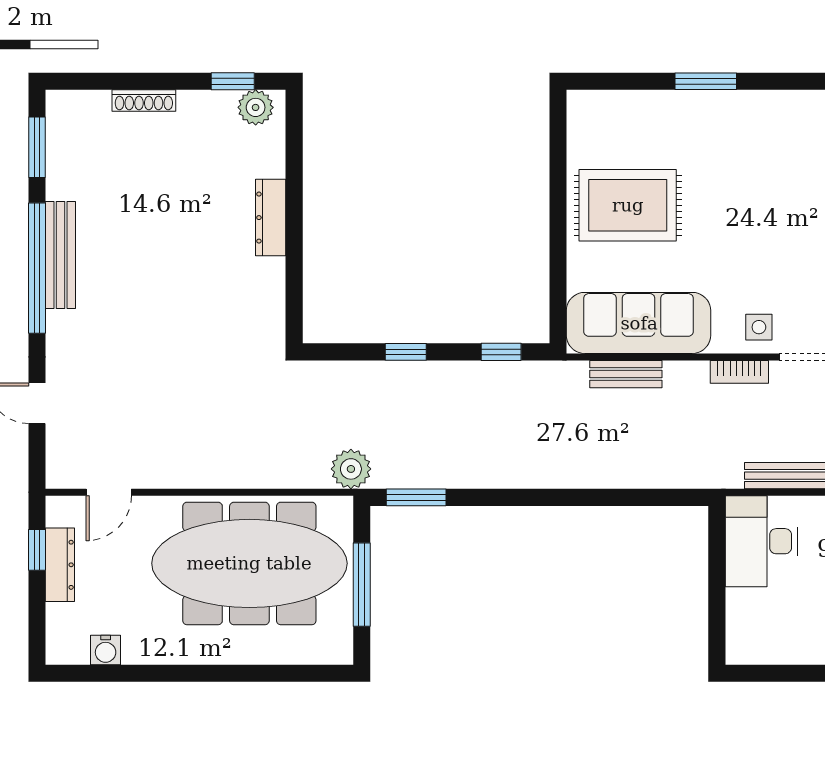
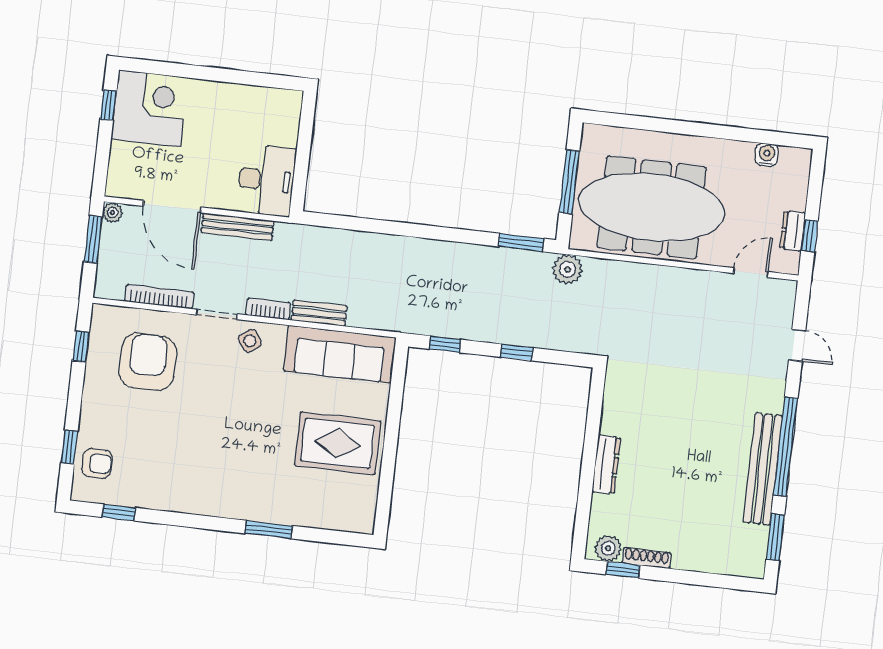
shoe rack: (144, 100) -> (647, 558), moved
bench: (60, 255) -> (763, 469), width x1.37, depth x1.21
side table: (759, 327) -> (250, 341), turned -36
bench: (626, 374) -> (319, 313), moved
dresser: (60, 565) -> (793, 231), width x0.70

